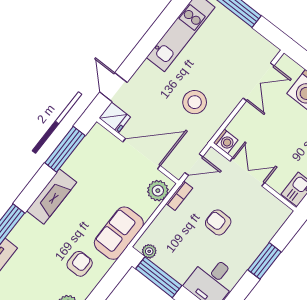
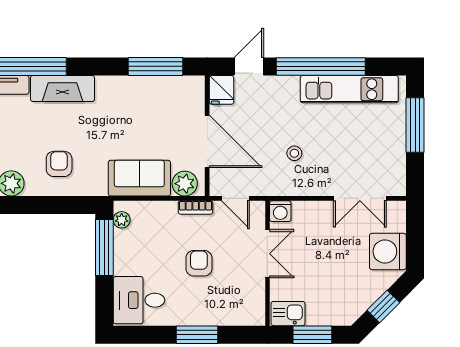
window: (151, 40) -> (321, 66), added
stool: (195, 102) -> (294, 153), width x0.53, depth x0.53
fireplace: (52, 197) -> (62, 89), moved
sofa: (119, 233) -> (139, 178), moved
armchair: (80, 264) -> (59, 164), turned -90

